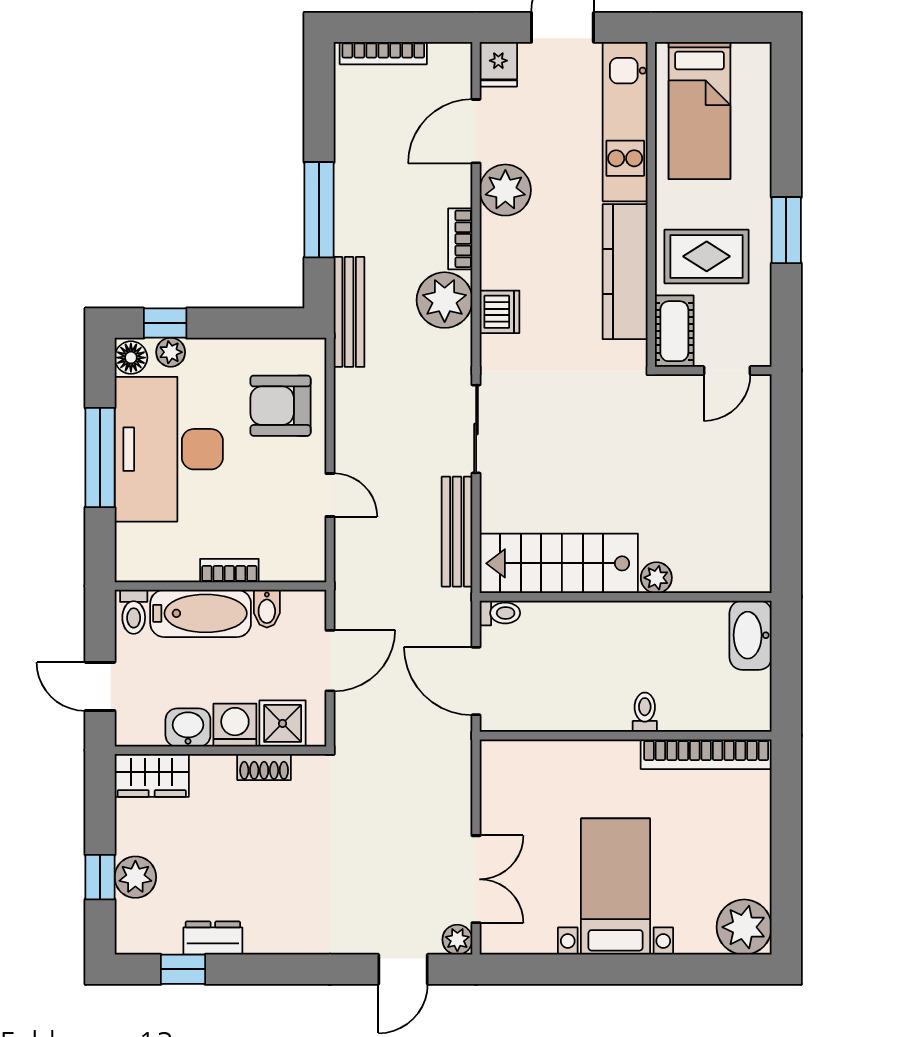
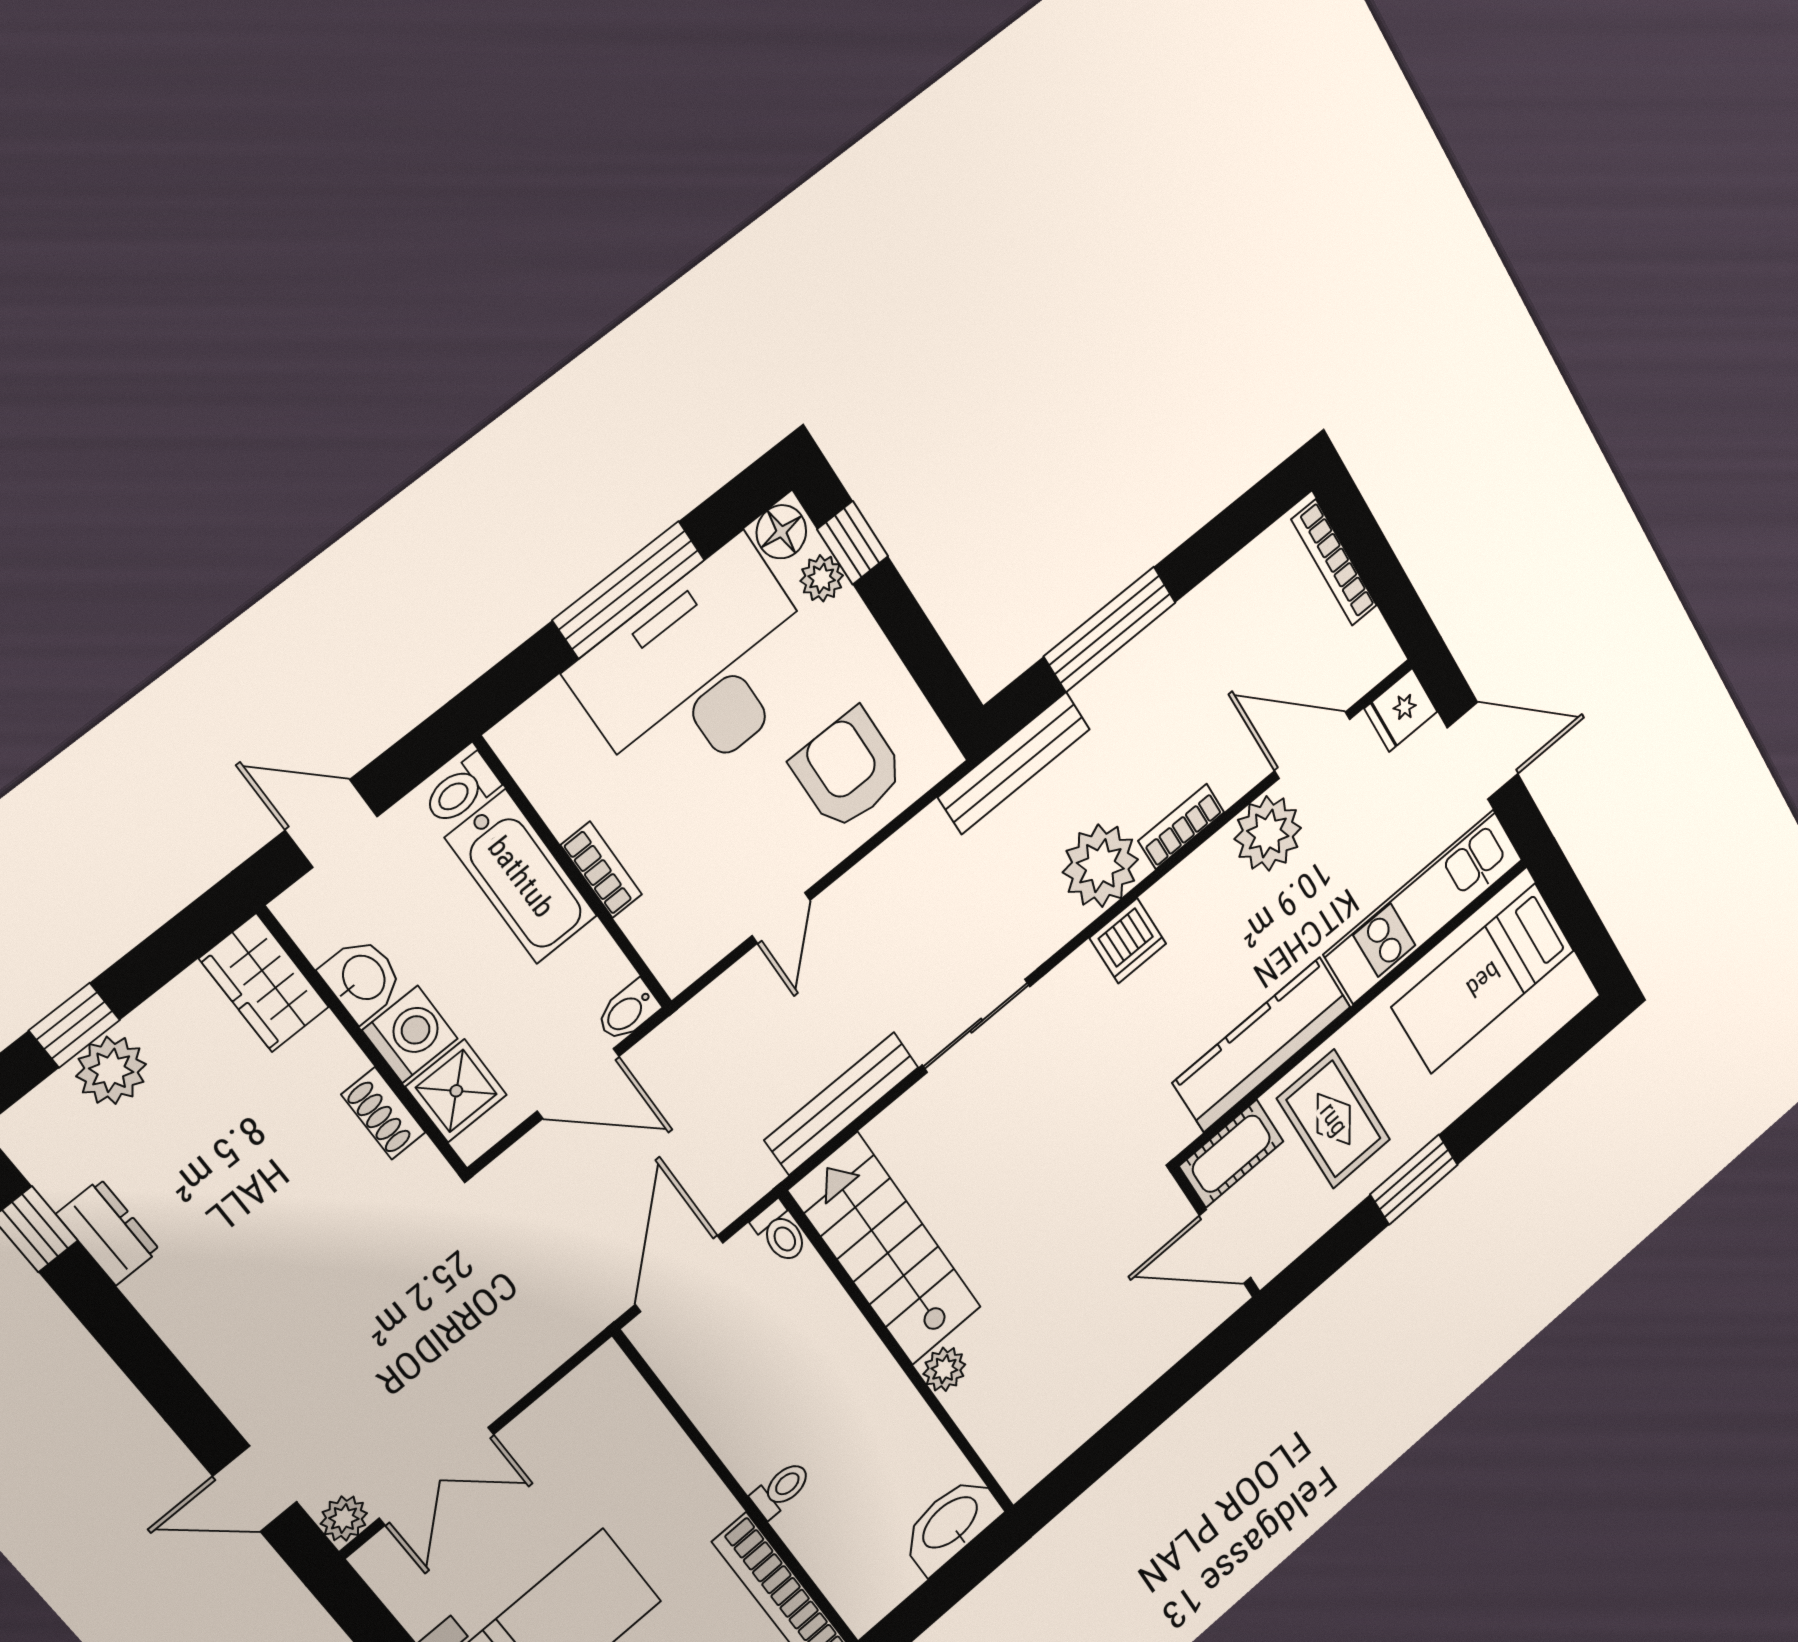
door: (727, 371) -> (1225, 1247), width x1.38
bidet: (267, 609) -> (628, 1011), moved
door: (100, 686) -> (331, 823), hinge flipped

